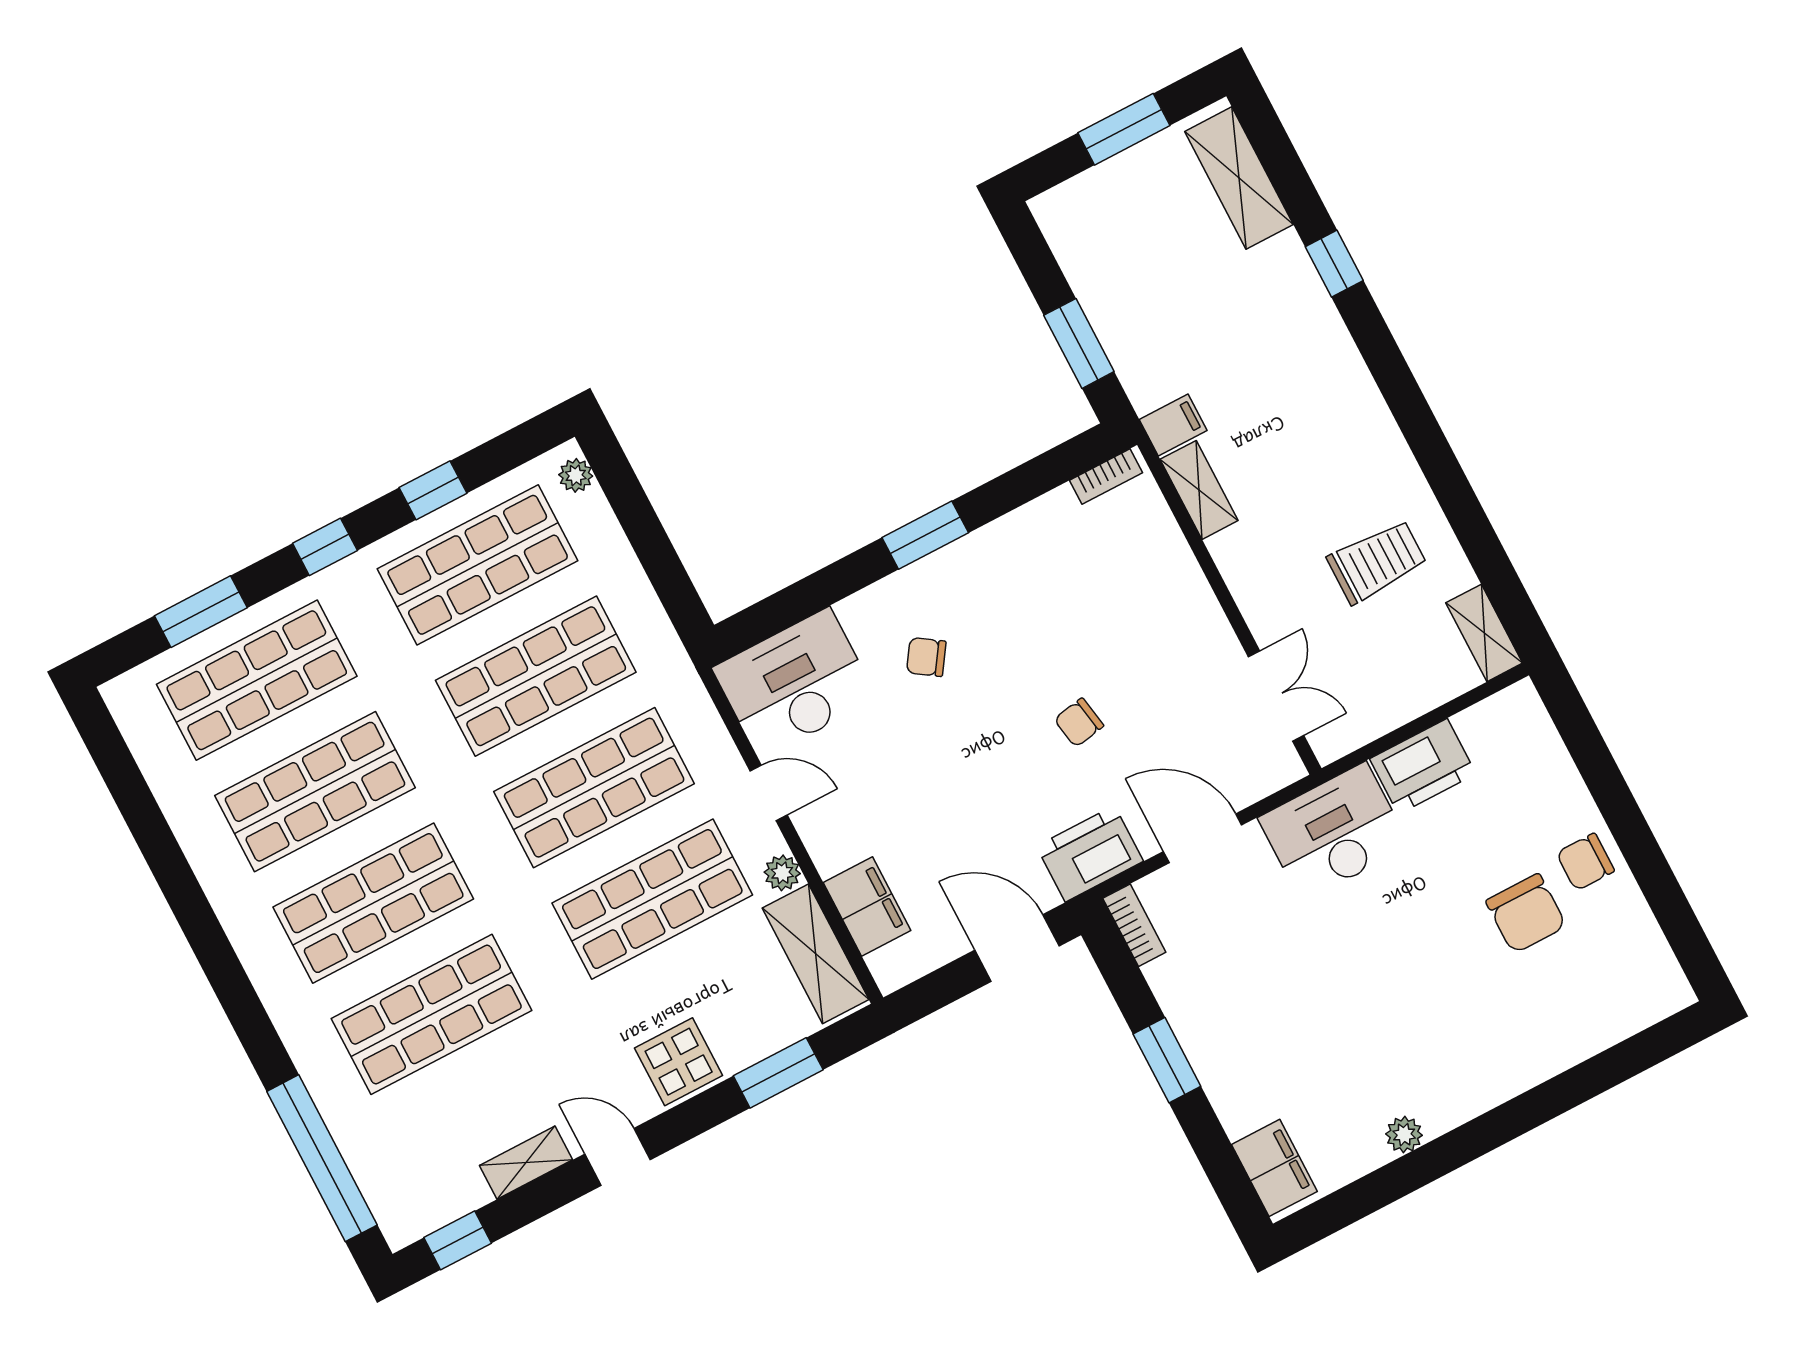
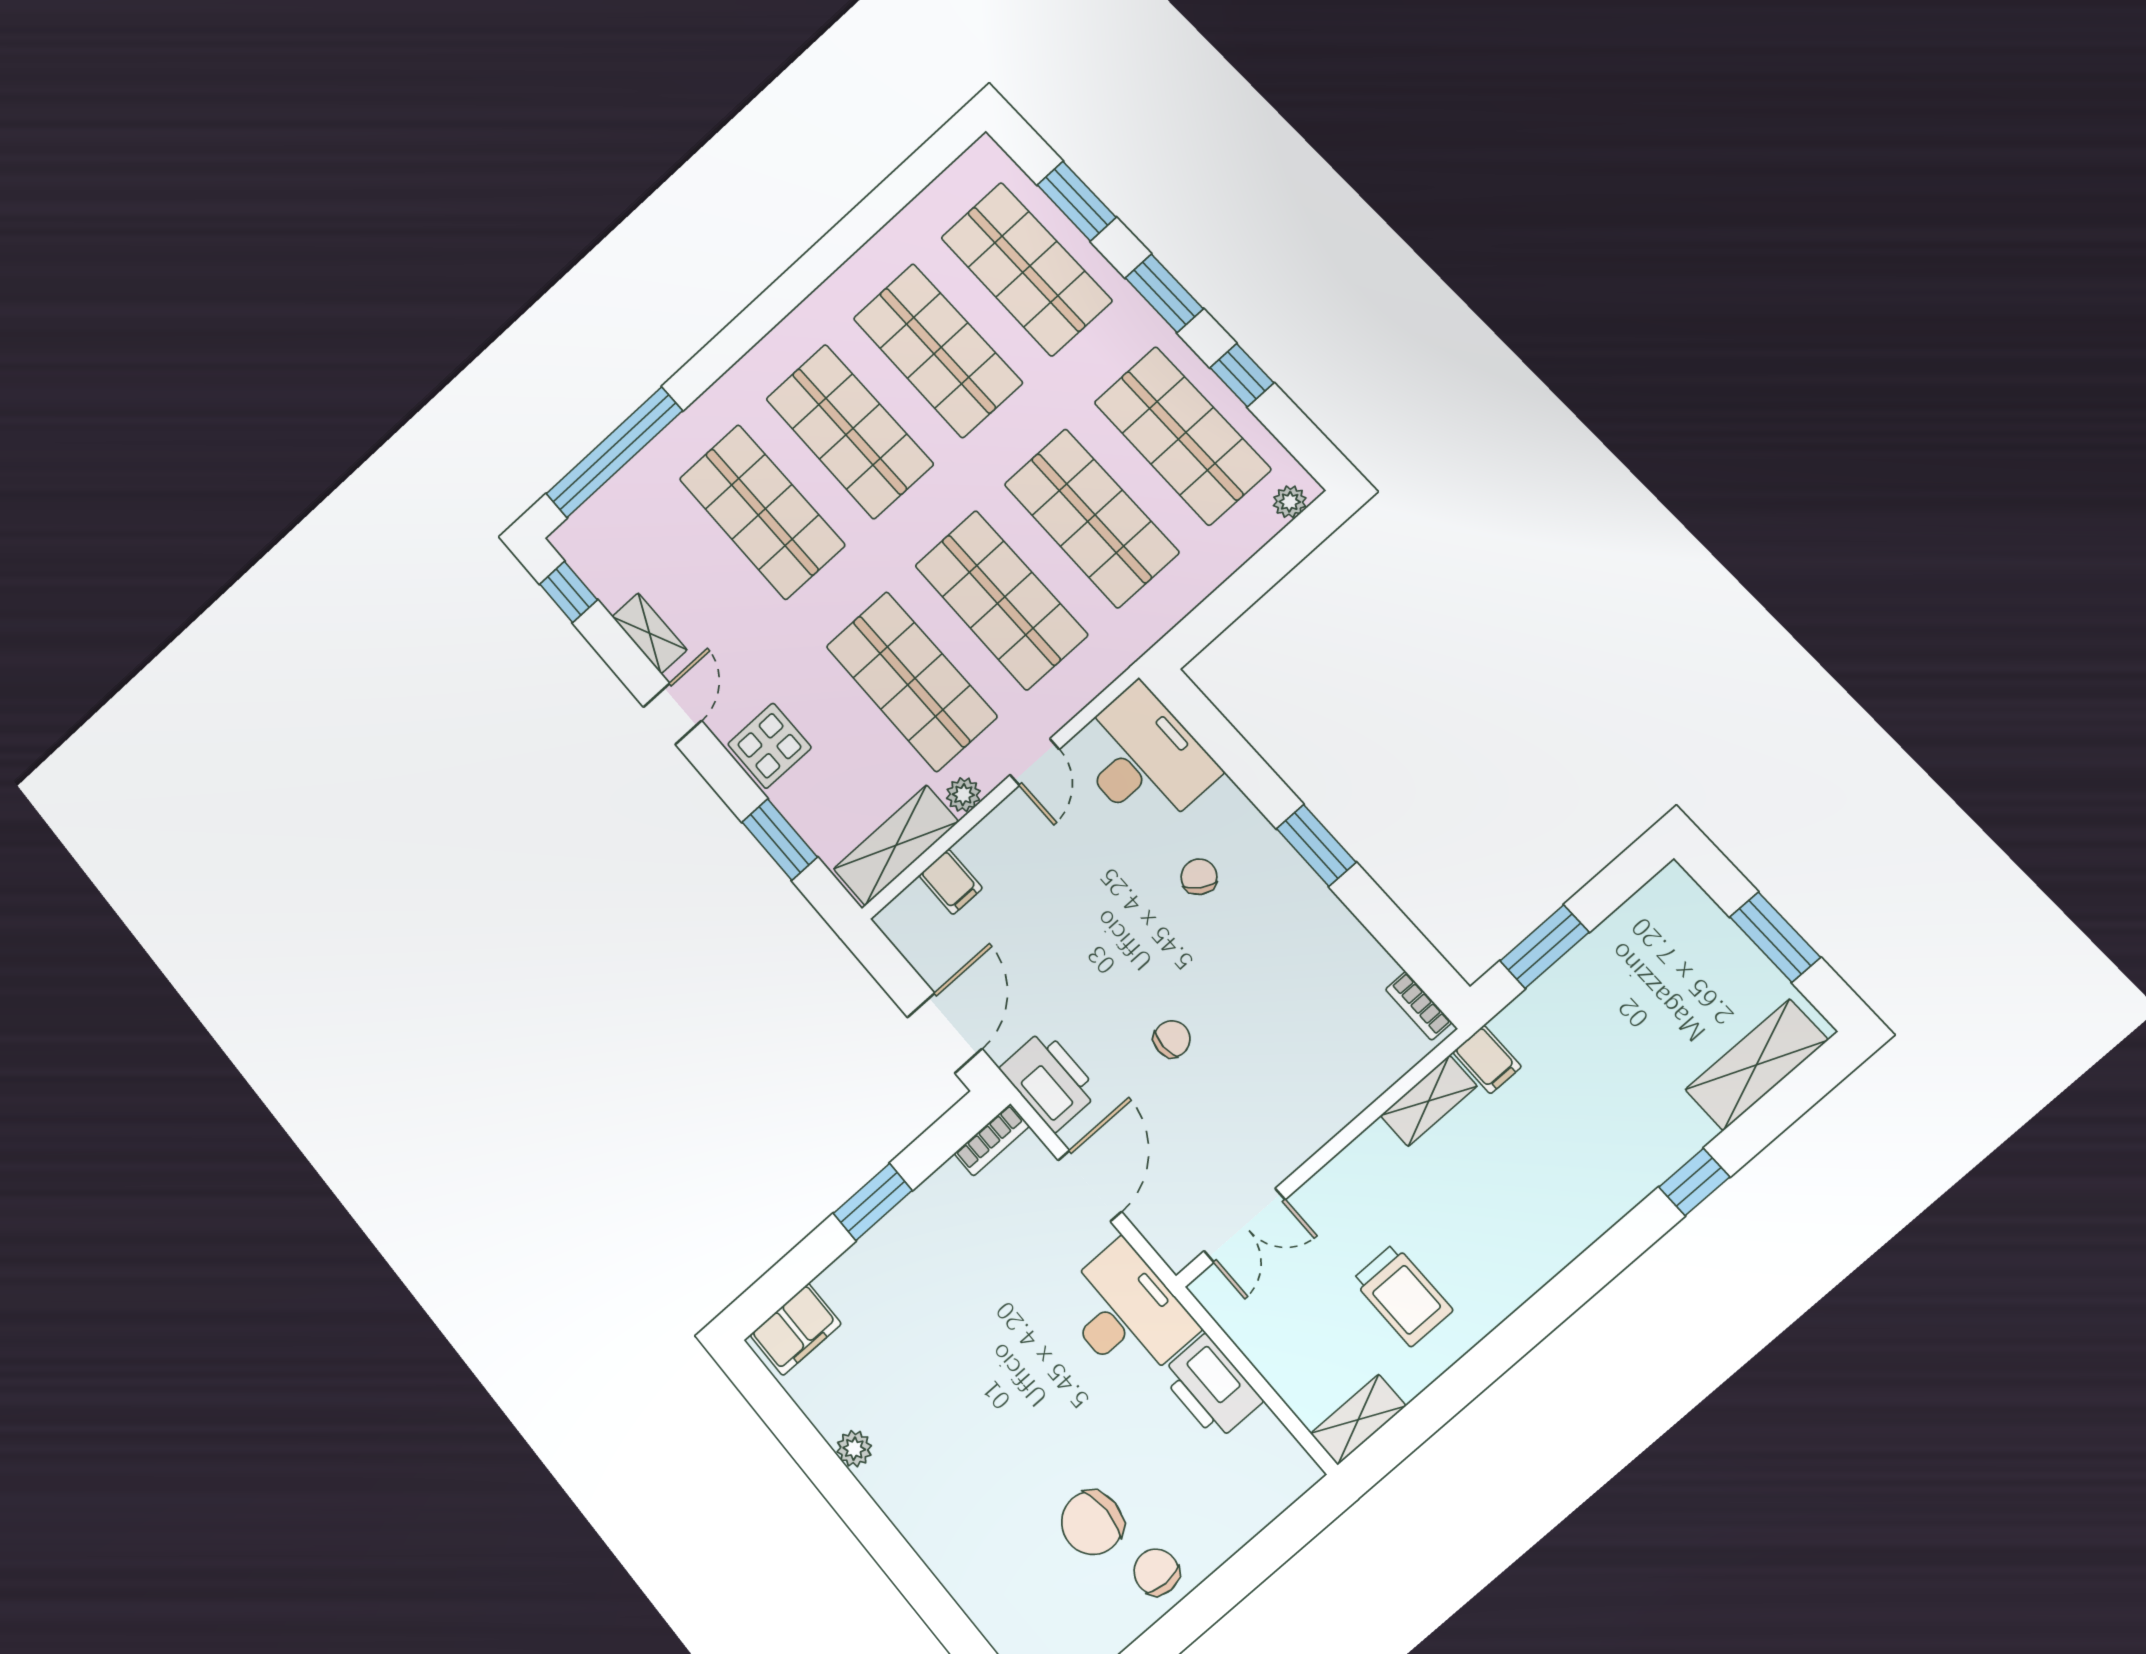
window: (325, 547) -> (1164, 293), width x1.50
chair: (1079, 723) -> (1172, 1039), turned 100
filing cabinet: (867, 906) -> (951, 882), width x0.50

